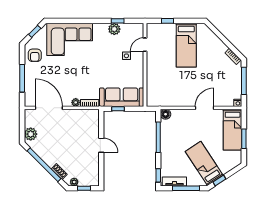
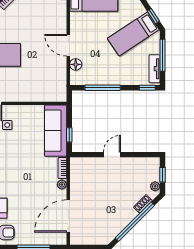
door: (204, 108) -> (68, 45), moved
floor lamp: (166, 114) -> (76, 64), moved
plant: (31, 134) -> (99, 237), removed

